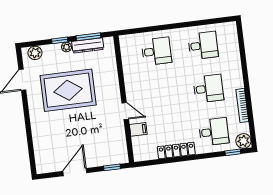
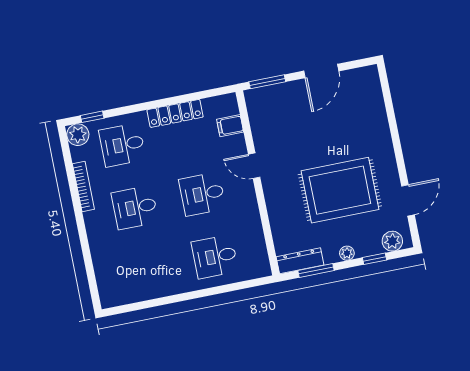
window: (60, 40) -> (375, 259), moved
dresser: (88, 45) -> (300, 261), moved
desk: (203, 45) -> (202, 194), moved
filing cabinet: (138, 129) -> (230, 126), moved
window: (112, 167) -> (267, 82), width x1.50

